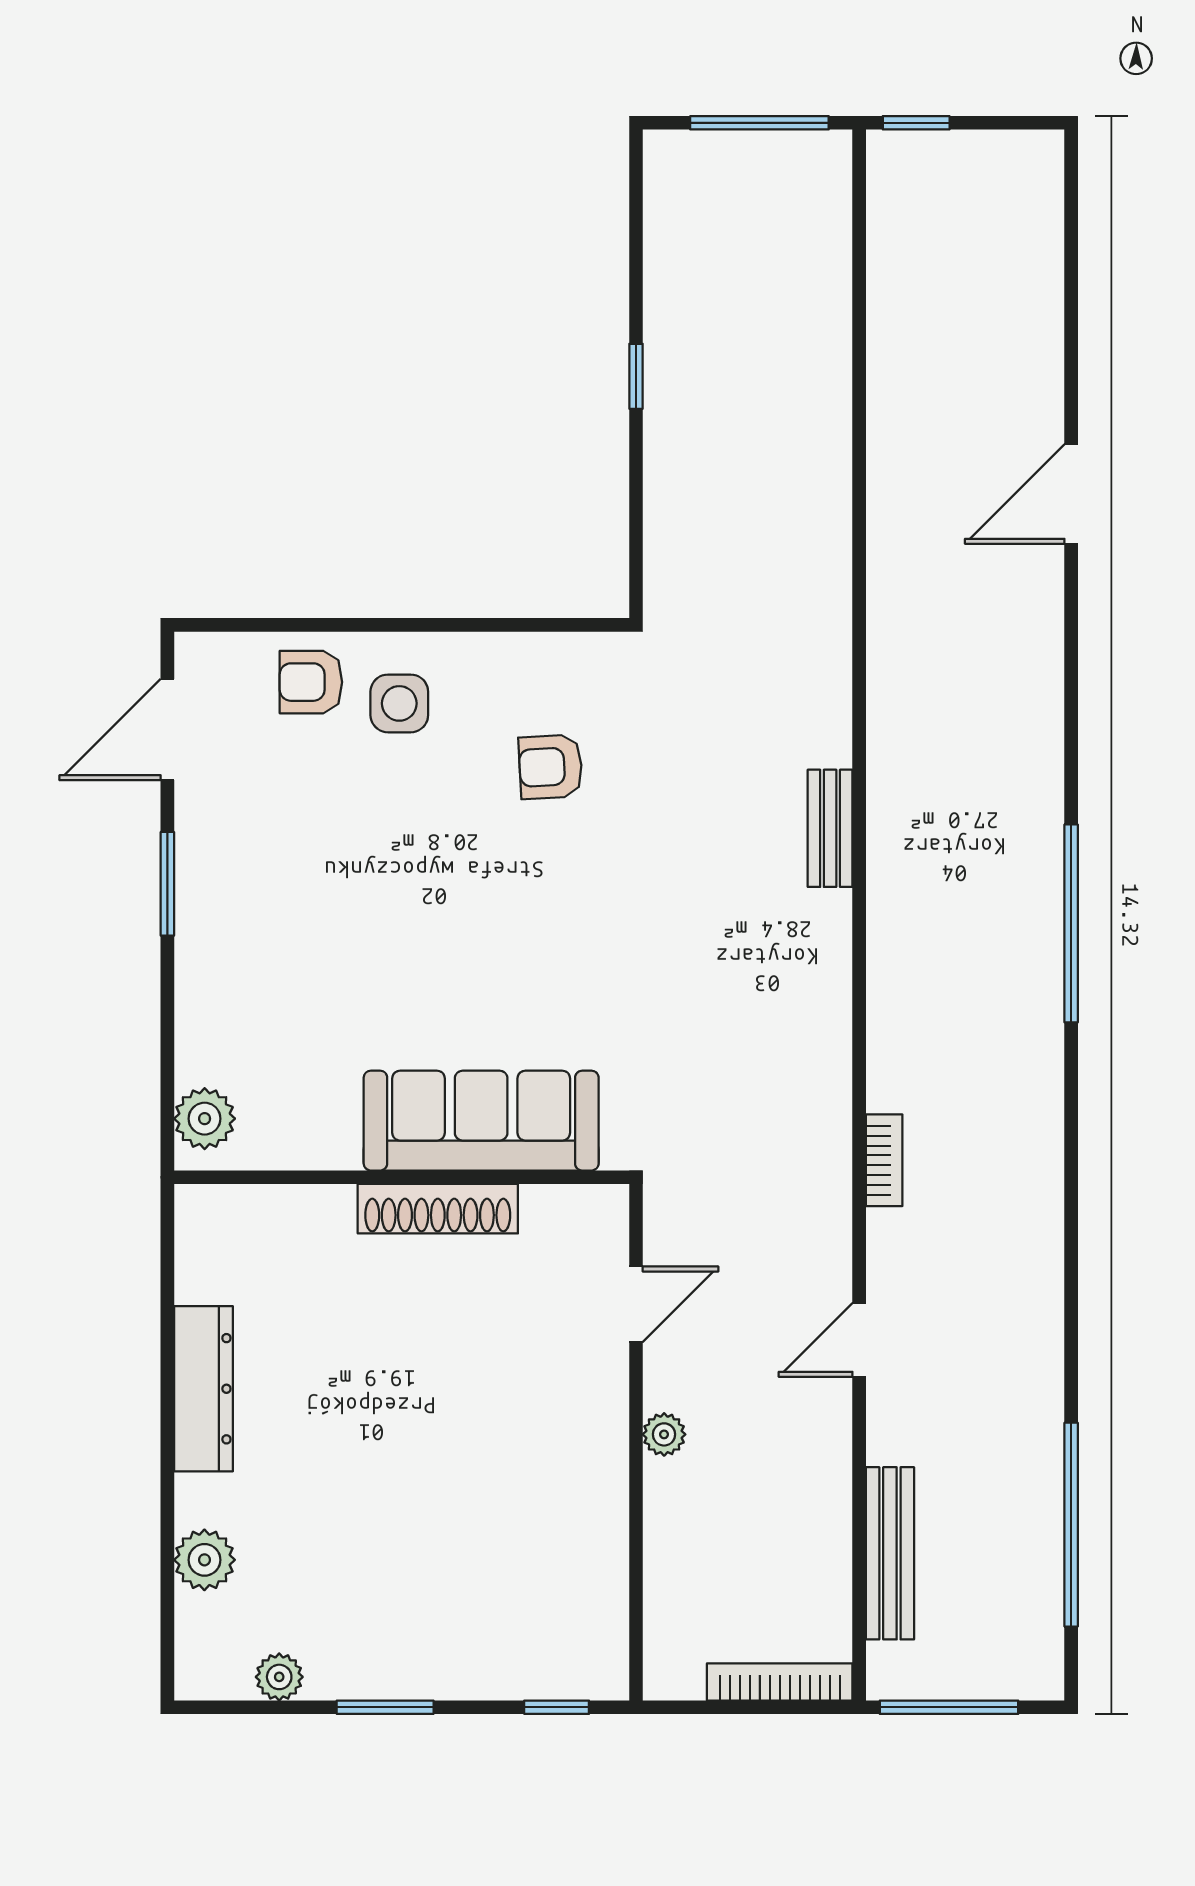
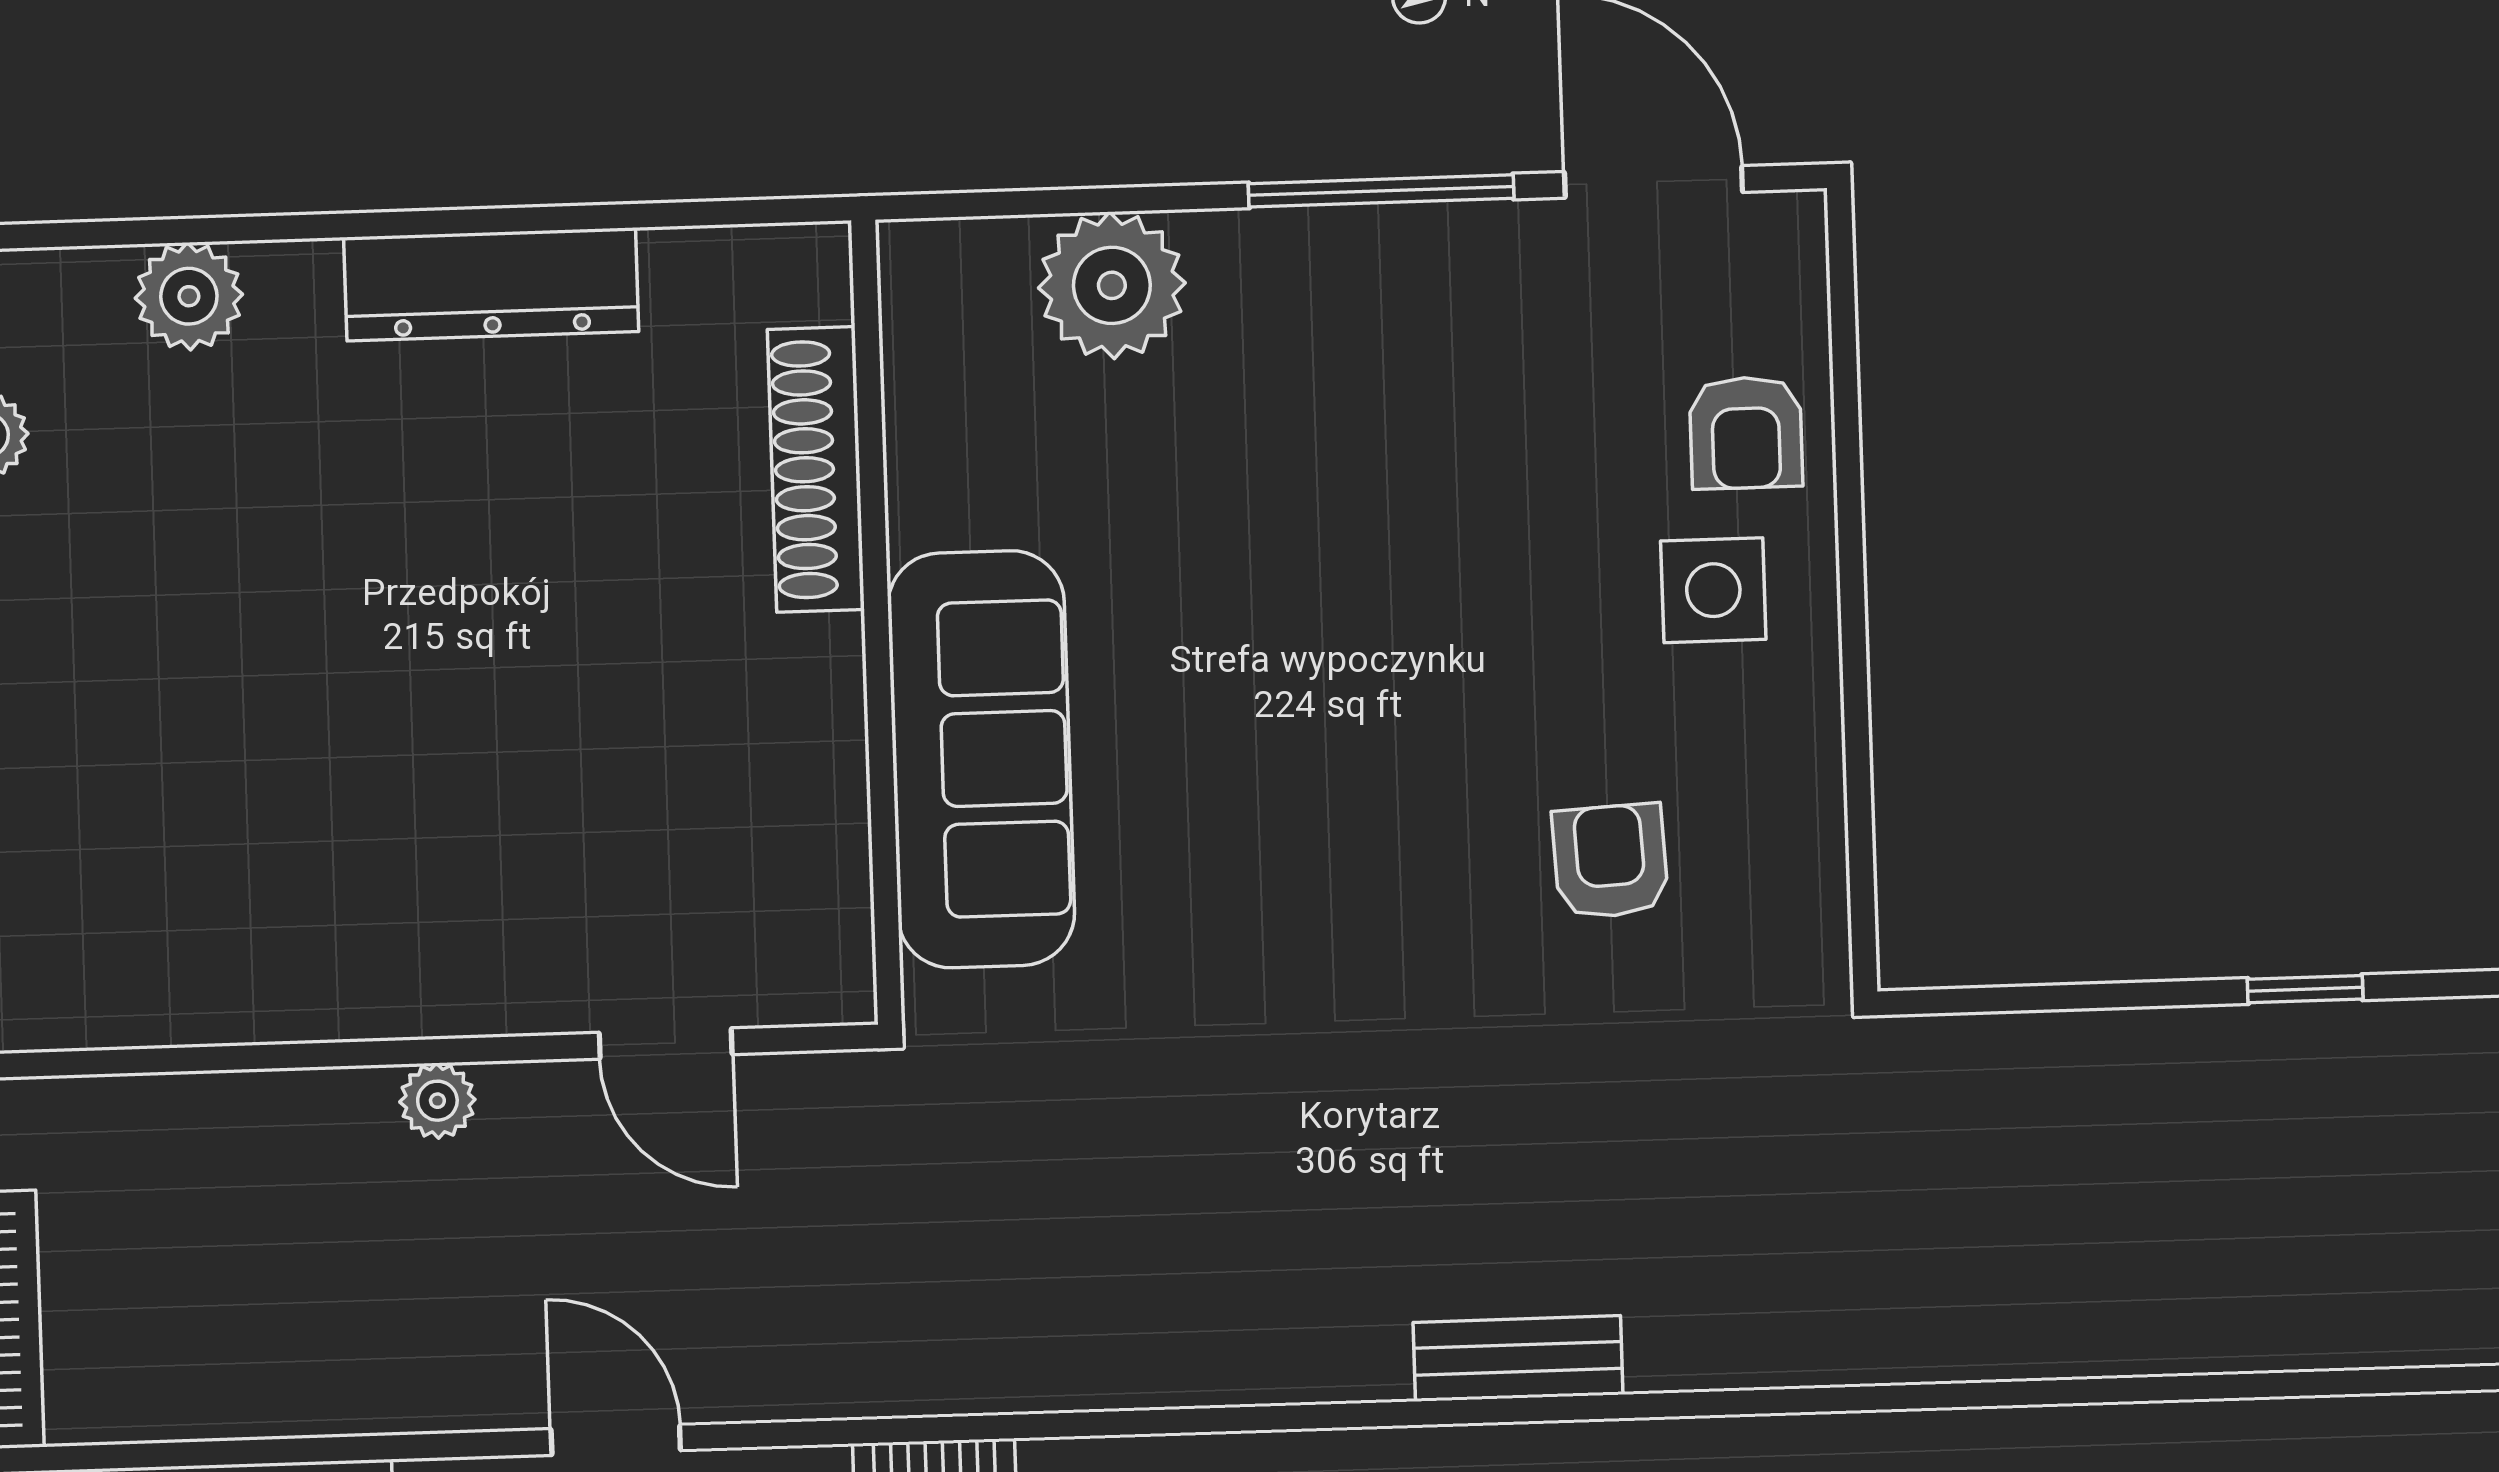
armchair: (311, 682) -> (1746, 433), turned 180
window: (167, 884) -> (1381, 191), width x1.44
plant: (205, 1119) -> (1112, 285), moved, width x1.36, depth x1.36
shoe rack: (438, 1209) -> (816, 469), moved

